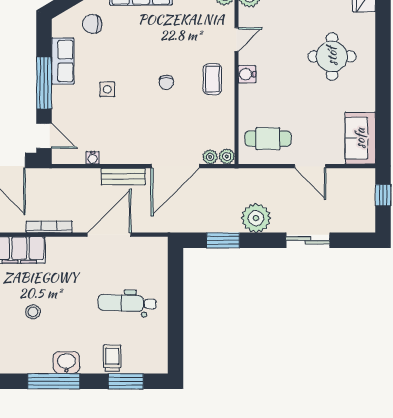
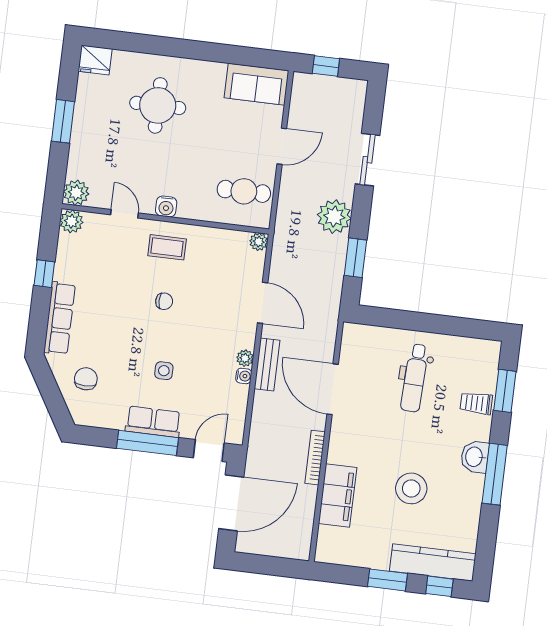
chair: (92, 24) -> (86, 379), turned 180
row of seats: (63, 61) -> (153, 422), moved
cafe table: (268, 139) -> (244, 191), turned 90
plant: (210, 157) -> (245, 358), moved
water cooler: (93, 158) -> (244, 376), moved
door: (175, 166) -> (263, 303), width x0.73
stool: (33, 312) -> (411, 488), width x1.89, depth x1.89

